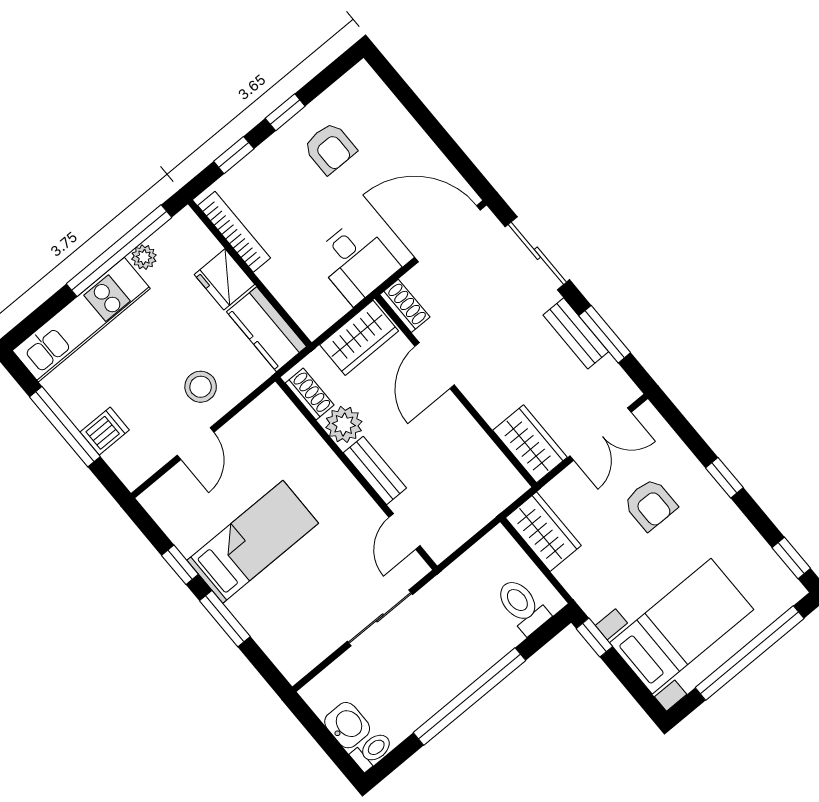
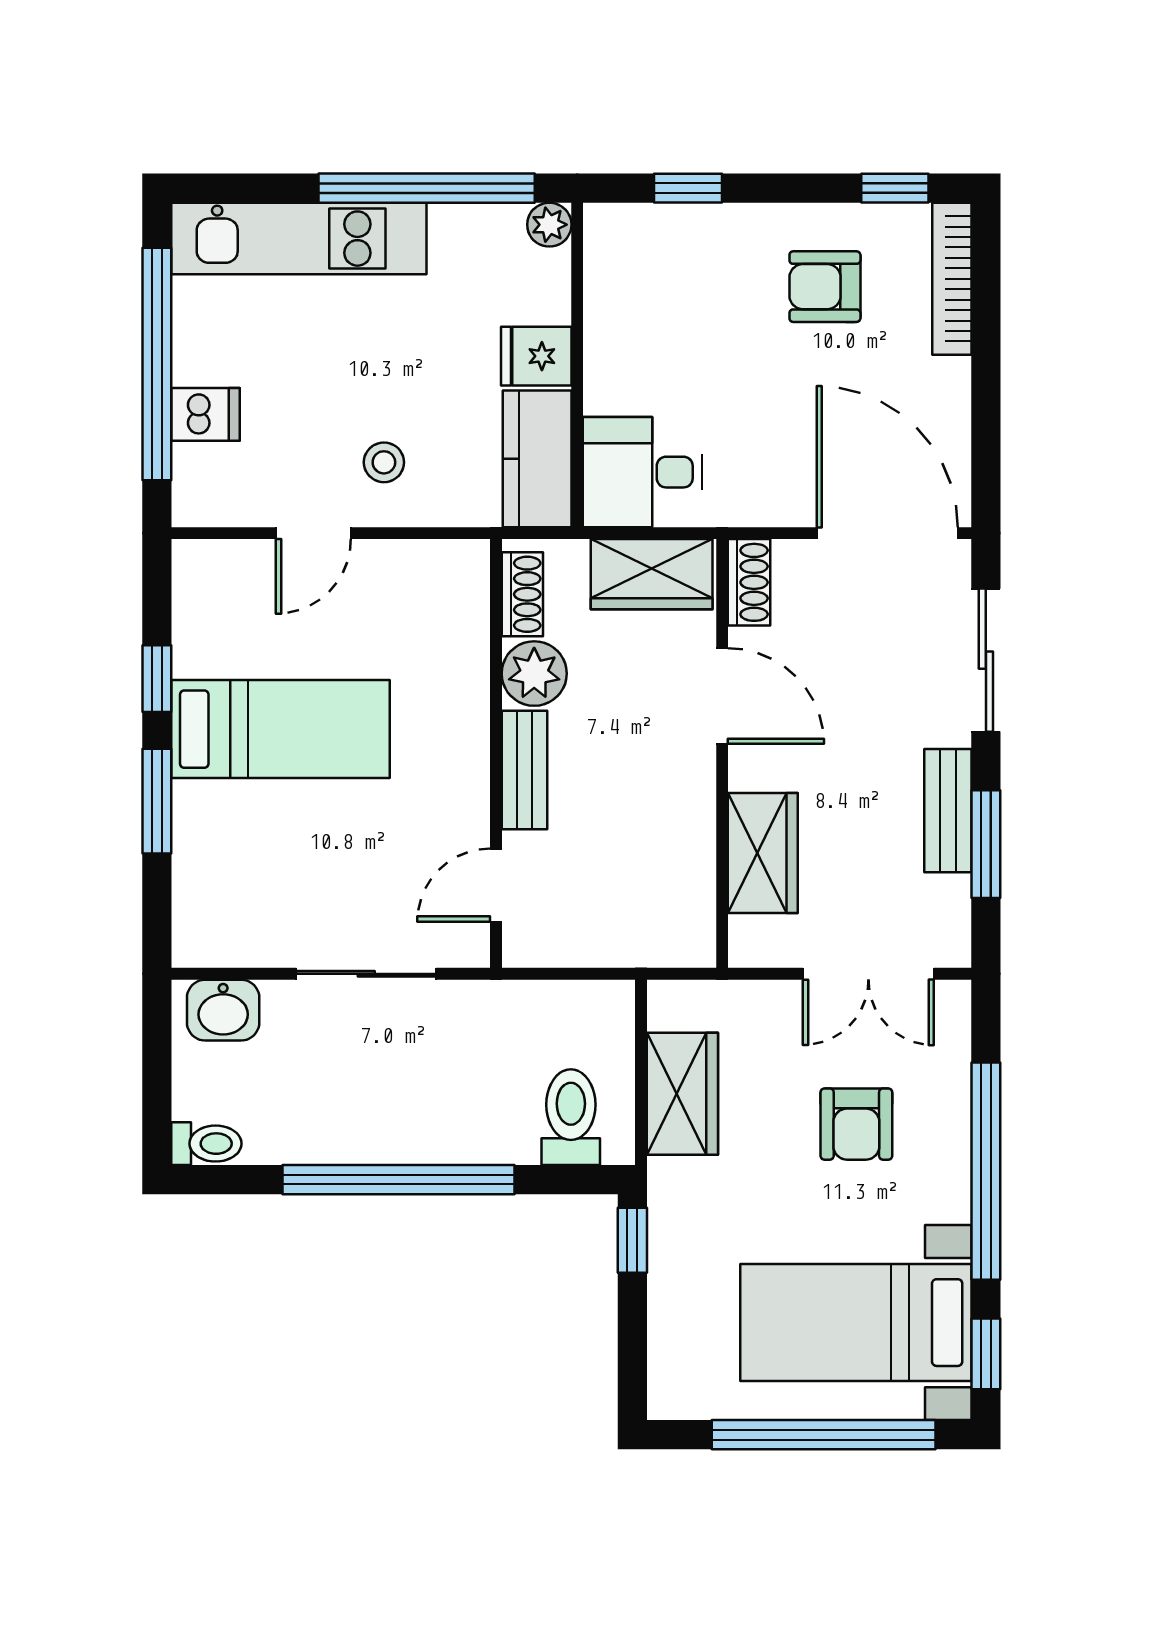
window: (285, 112) -> (895, 188), moved
armchair: (330, 148) -> (825, 287), turned 90
bookcase: (234, 232) -> (952, 279), moved, turned 180
plant: (144, 257) -> (549, 225), moved
desk: (356, 261) -> (643, 472), moved, turned 90
fridge: (224, 279) -> (536, 356), width x0.72
door: (435, 366) -> (722, 696), swing flipped
stool: (201, 387) -> (384, 462), width x0.73, depth x0.73
window: (65, 427) -> (157, 364), width x1.46
wardrobe: (530, 444) -> (763, 853), moved
window: (724, 478) -> (986, 1171), width x3.17
wardrobe: (543, 532) -> (682, 1094), moved
bed with nightstands: (682, 626) -> (856, 1323), moved, turned 180
washbasin: (347, 725) -> (223, 1010), moved, turned 90

